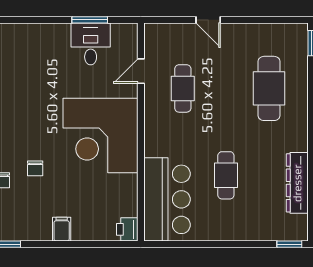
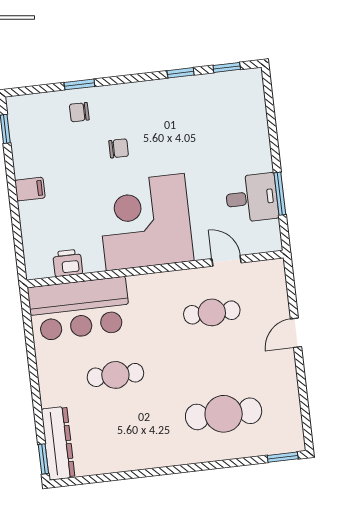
chair: (35, 168) -> (119, 148), moved, turned 180
dresser: (297, 183) -> (58, 443), moved, turned 90
printer: (127, 229) -> (68, 263), moved

